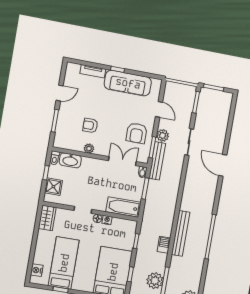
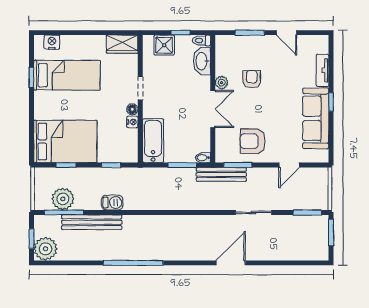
plant: (163, 135) -> (256, 176), removed
double door: (122, 161) -> (213, 109), moved
bench: (181, 233) -> (92, 222), moved

